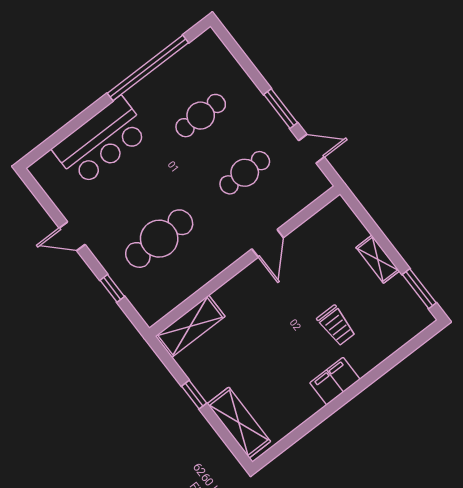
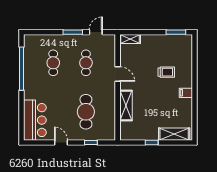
bar counter: (101, 141) -> (35, 120), moved
door: (72, 236) -> (61, 142), swing flipped
shelving: (378, 259) -> (130, 39), moved
shelving: (190, 326) -> (126, 105), moved
filing cabinet: (335, 381) -> (186, 93), width x0.50

